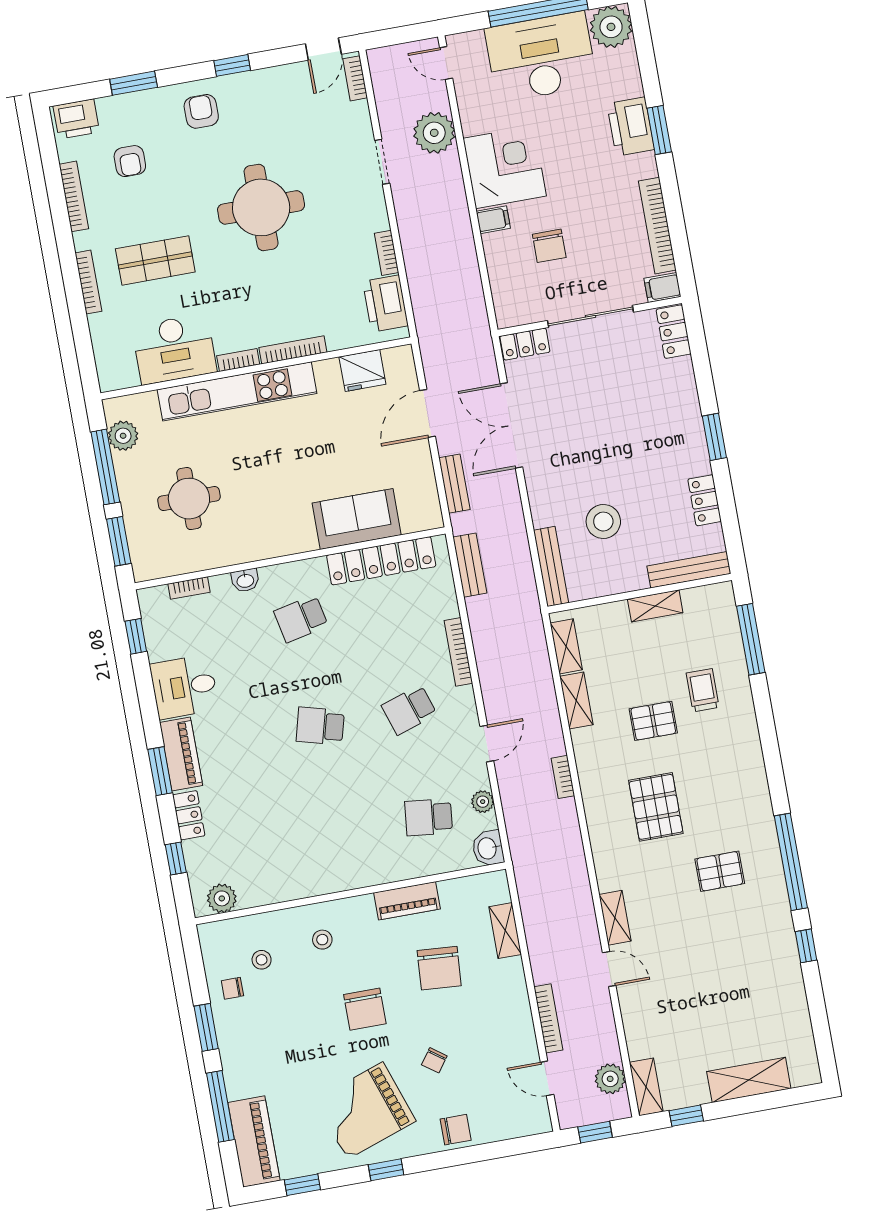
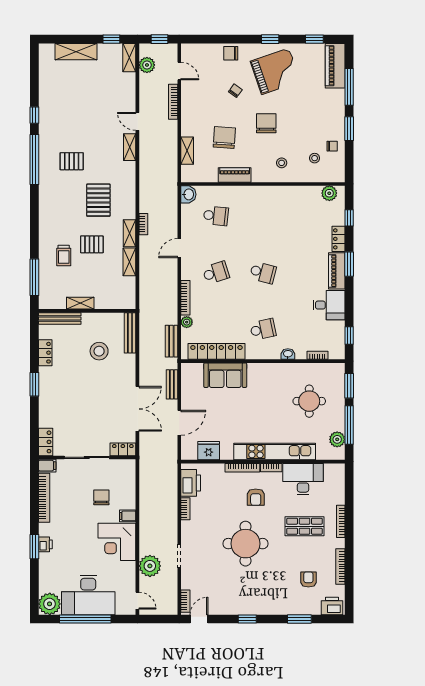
armchair: (201, 111) -> (256, 497), moved
printer: (631, 127) -> (45, 544), width x0.53, depth x0.68
shelving: (566, 646) -> (130, 233), moved
plant: (483, 802) -> (187, 322), moved

